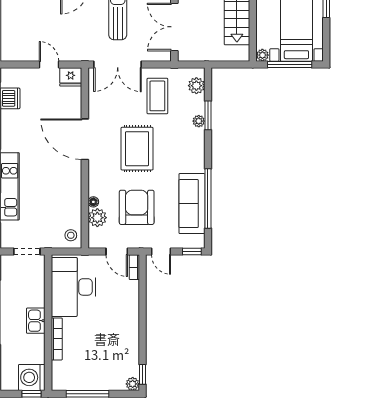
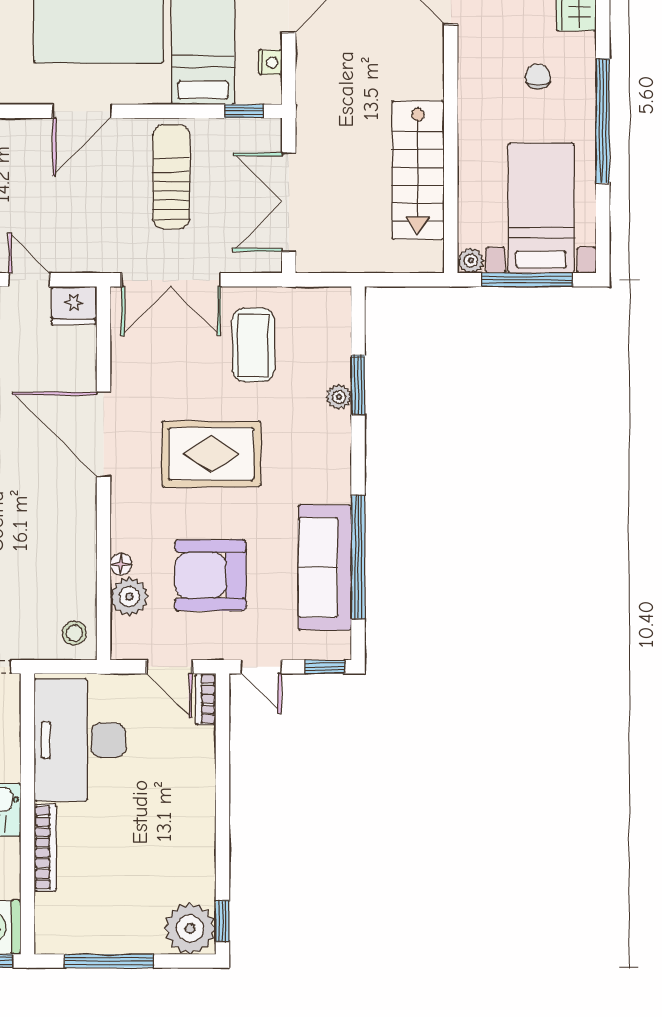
plant: (196, 86) -> (334, 324), removed
rug: (137, 149) -> (211, 454), turned 90
armchair: (137, 207) -> (211, 575), turned -90
plant: (133, 384) -> (190, 928), width x1.88, depth x1.88

